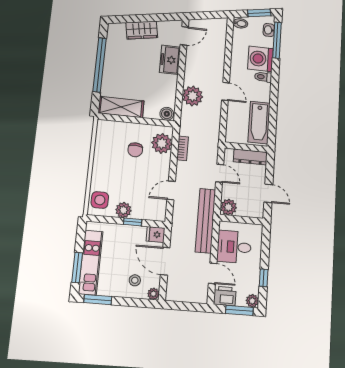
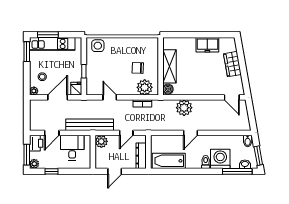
freezer: (170, 60) -> (207, 45), moved, turned 180
window: (100, 65) -> (201, 35), removed
shelving: (121, 107) -> (169, 66), moved
plant: (123, 210) -> (92, 64), removed

